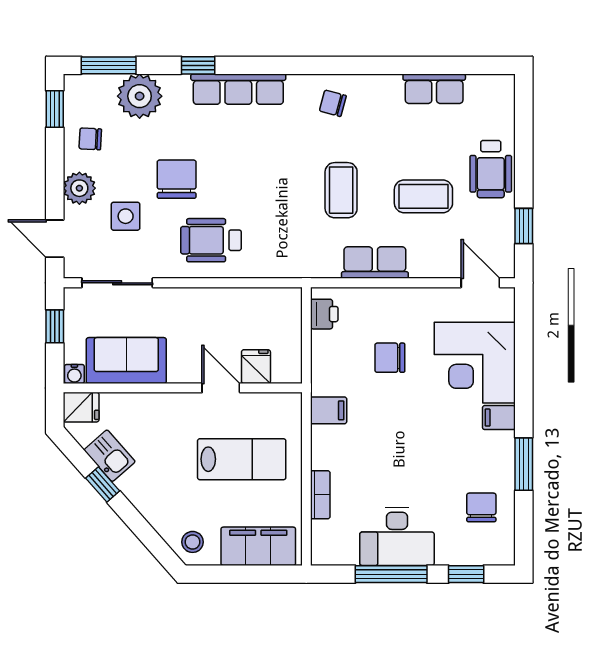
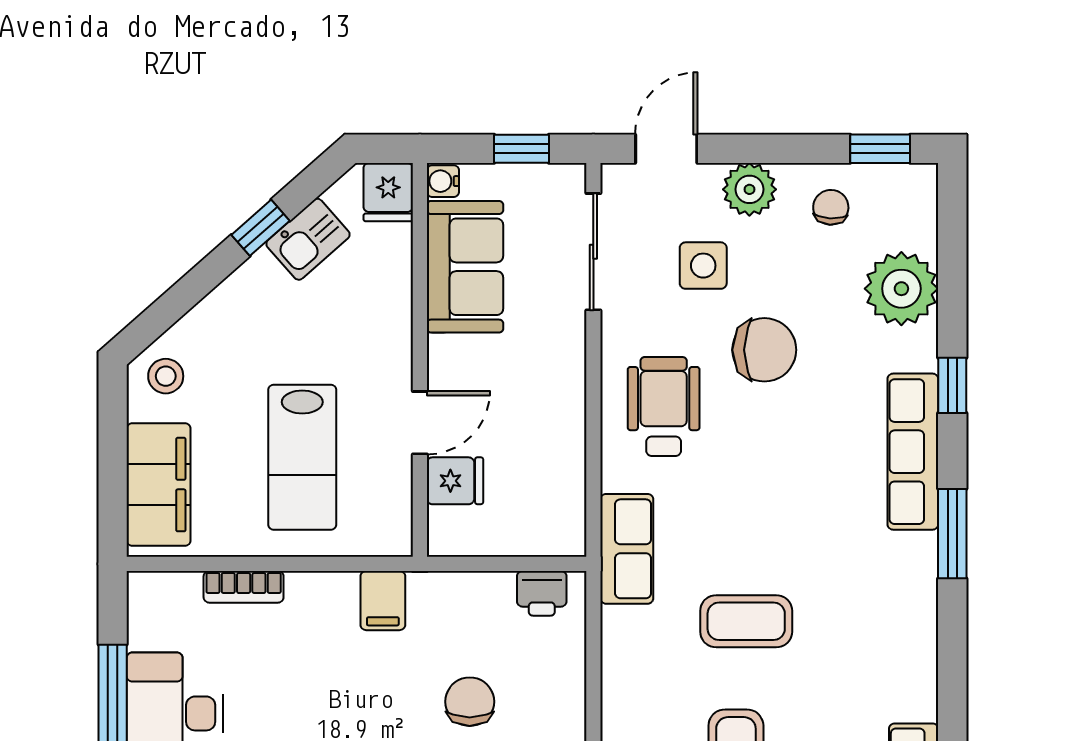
window: (109, 65) -> (952, 534), moved
chair: (333, 103) -> (890, 608), removed
row of seats: (375, 263) -> (627, 549), moved

